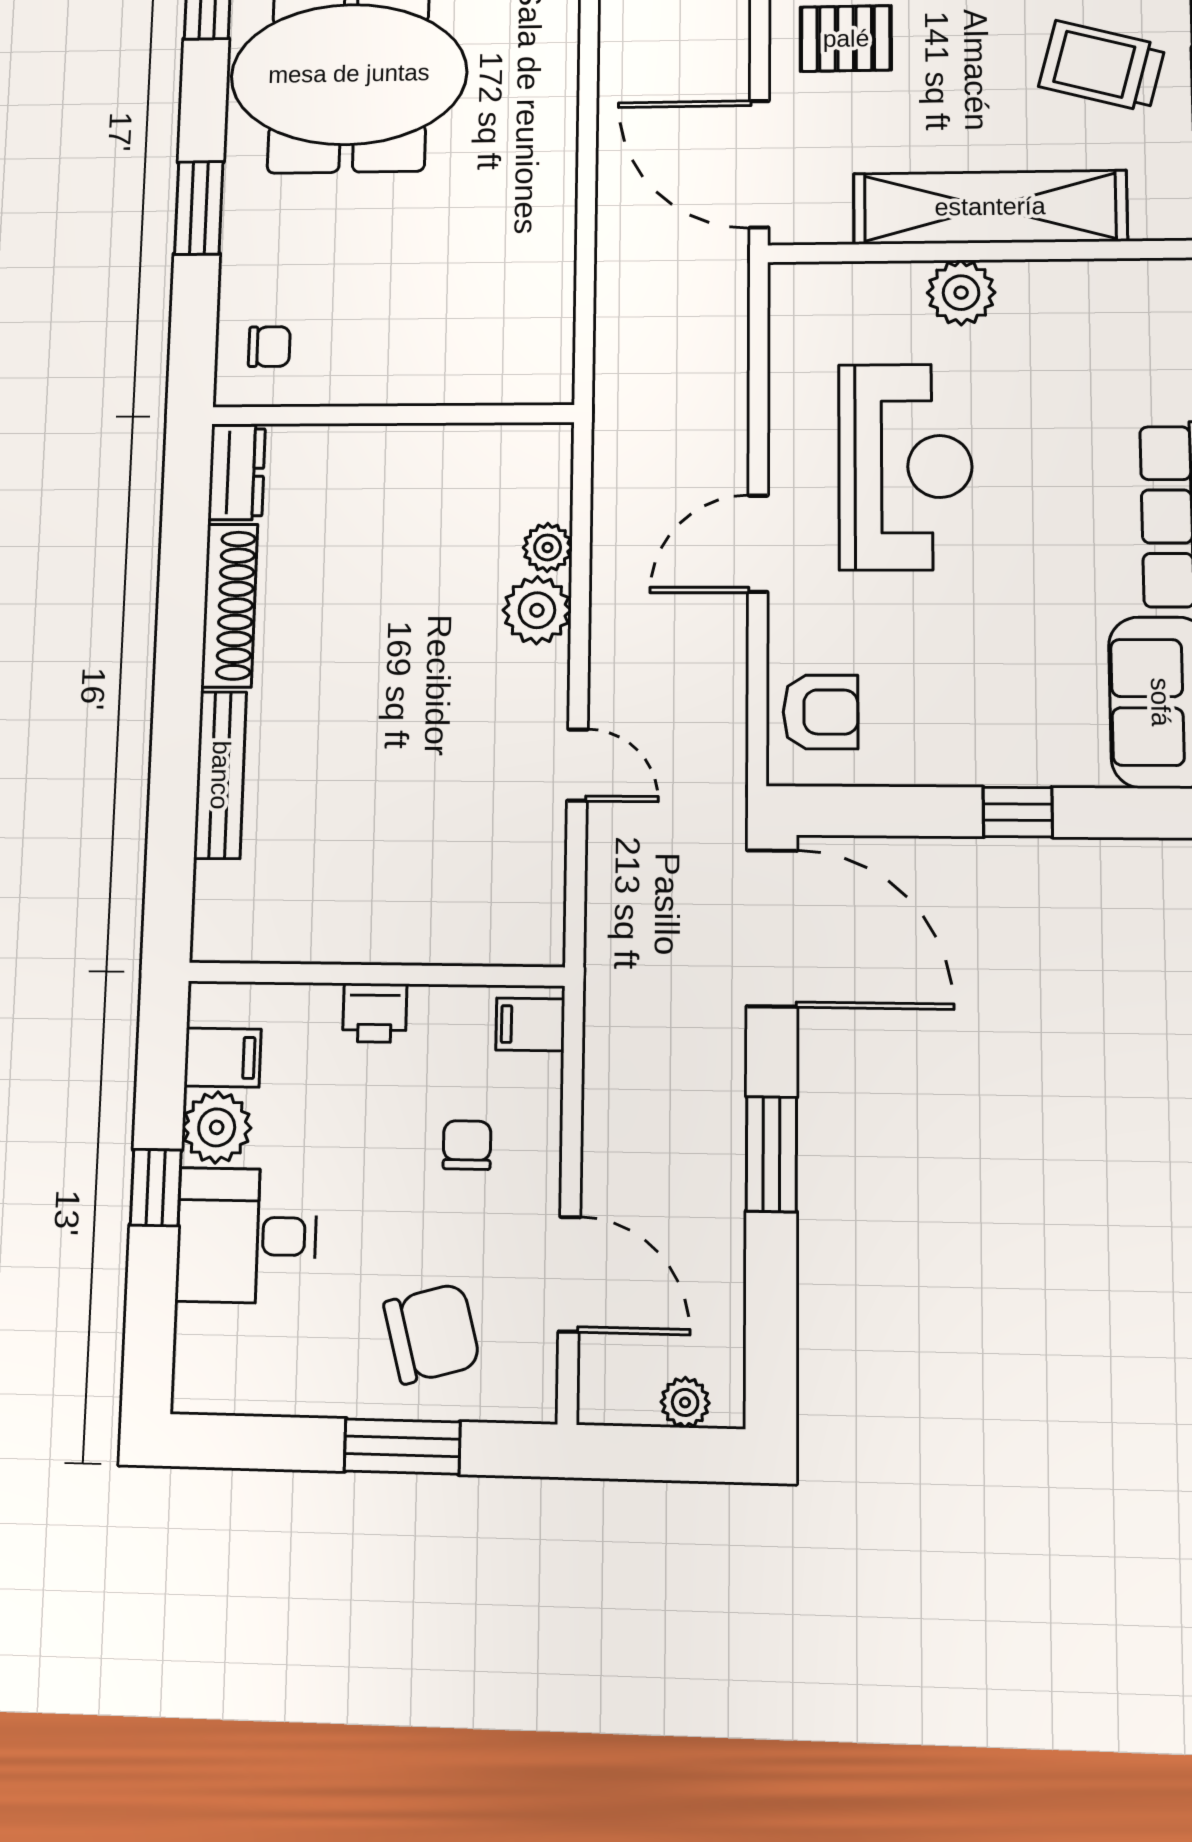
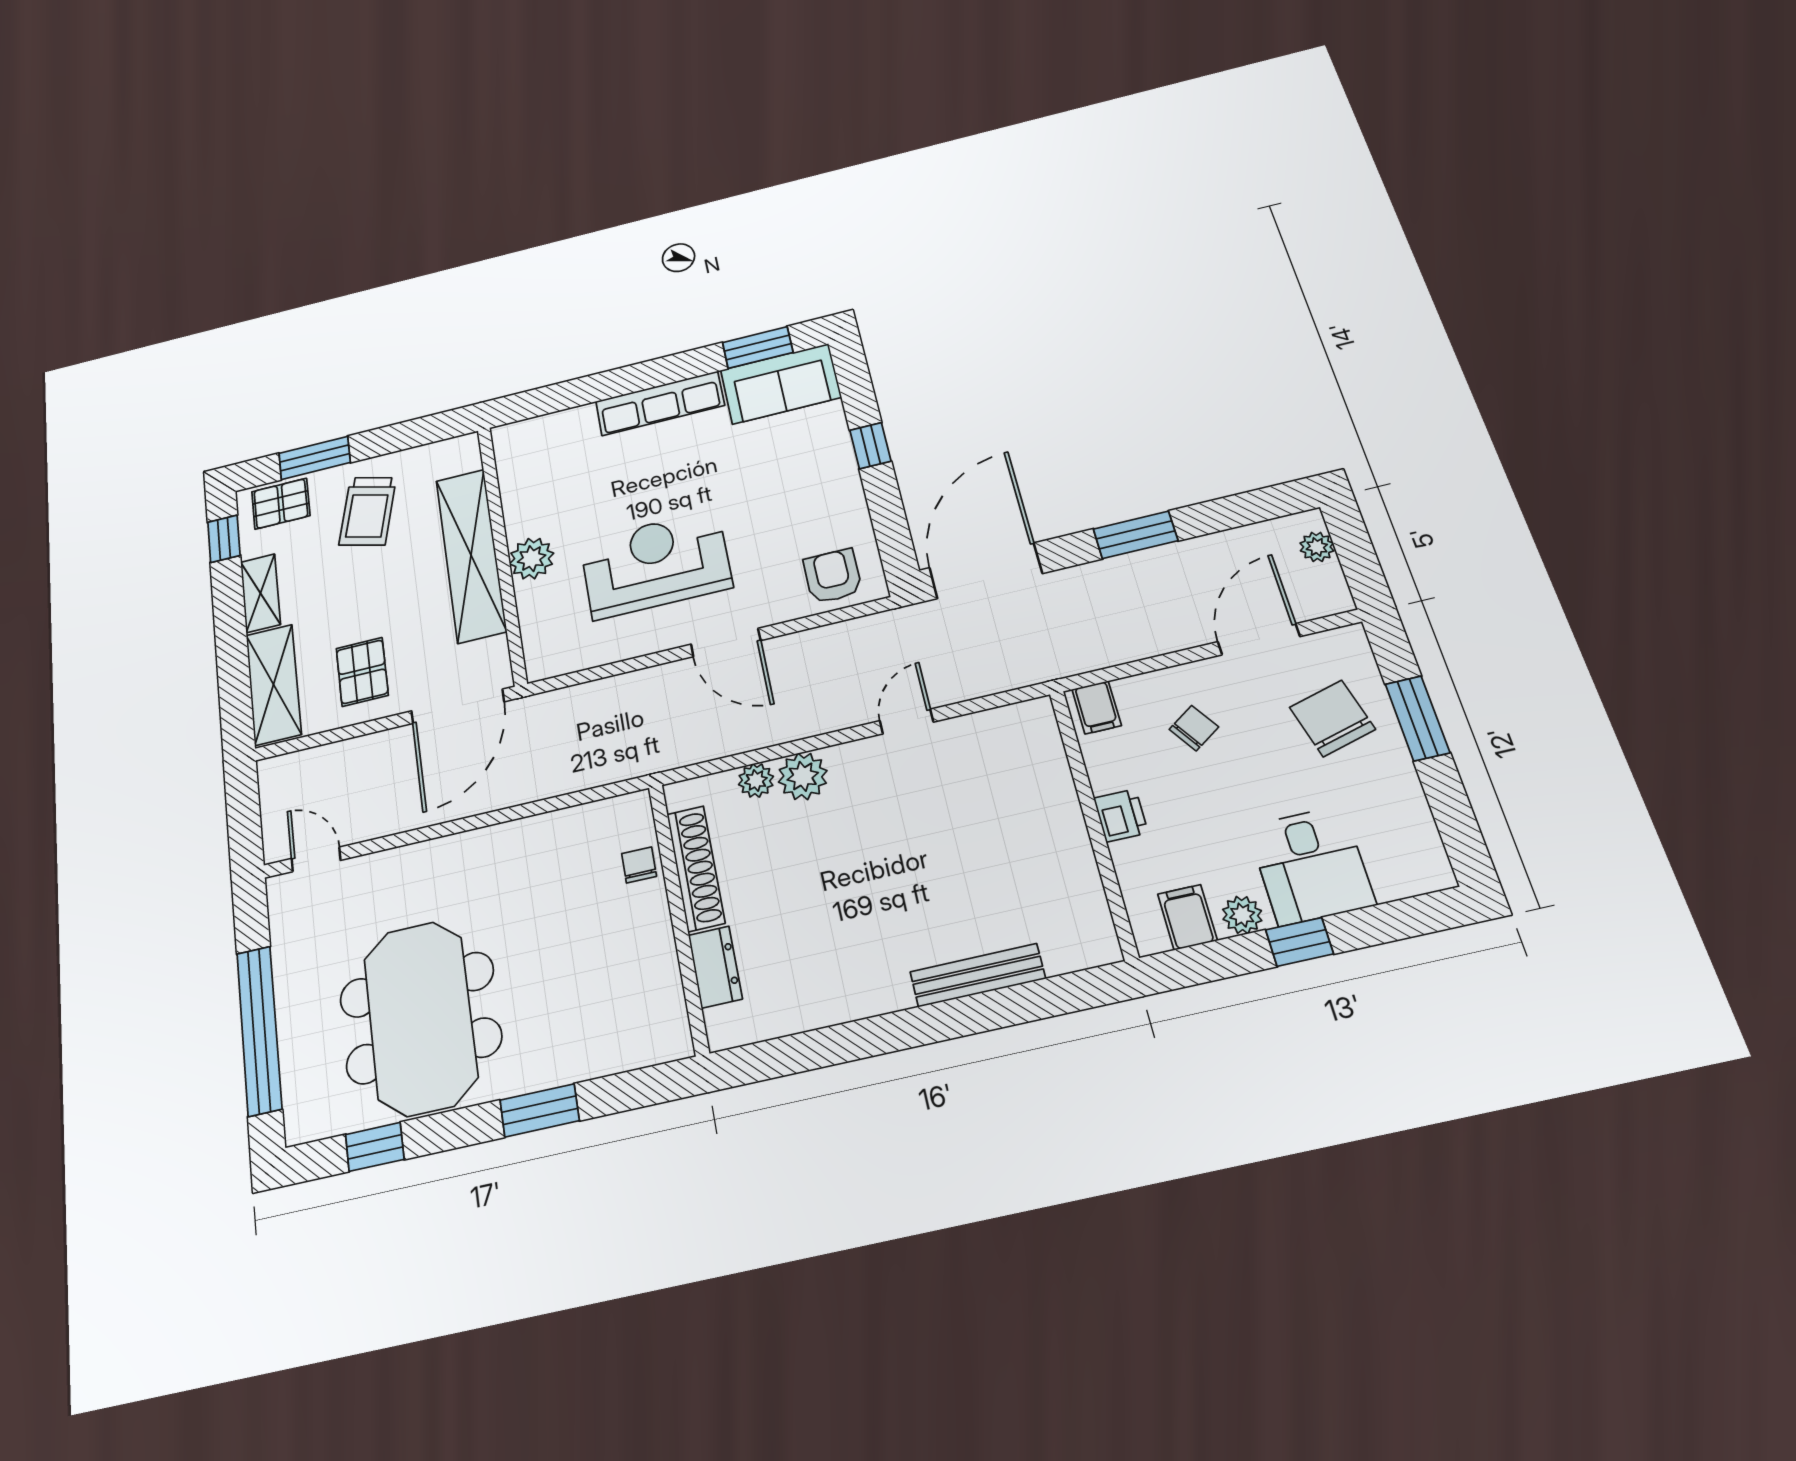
chair: (269, 347) -> (639, 865), moved
dresser: (237, 472) -> (715, 967), moved, turned 90
shoe rack: (229, 605) -> (696, 868), moved, turned 90
plant: (217, 1127) -> (1242, 915), width x0.73, depth x0.73
chair: (467, 1145) -> (1194, 728), turned 146

